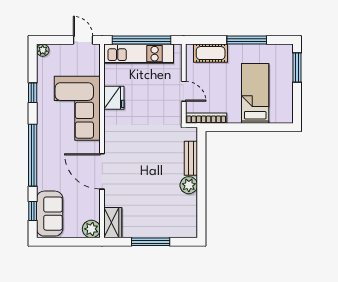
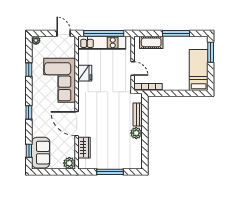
bed: (255, 93) -> (199, 70), moved
window: (33, 155) -> (29, 112), width x0.32
wardrobe: (113, 223) -> (84, 148), moved

